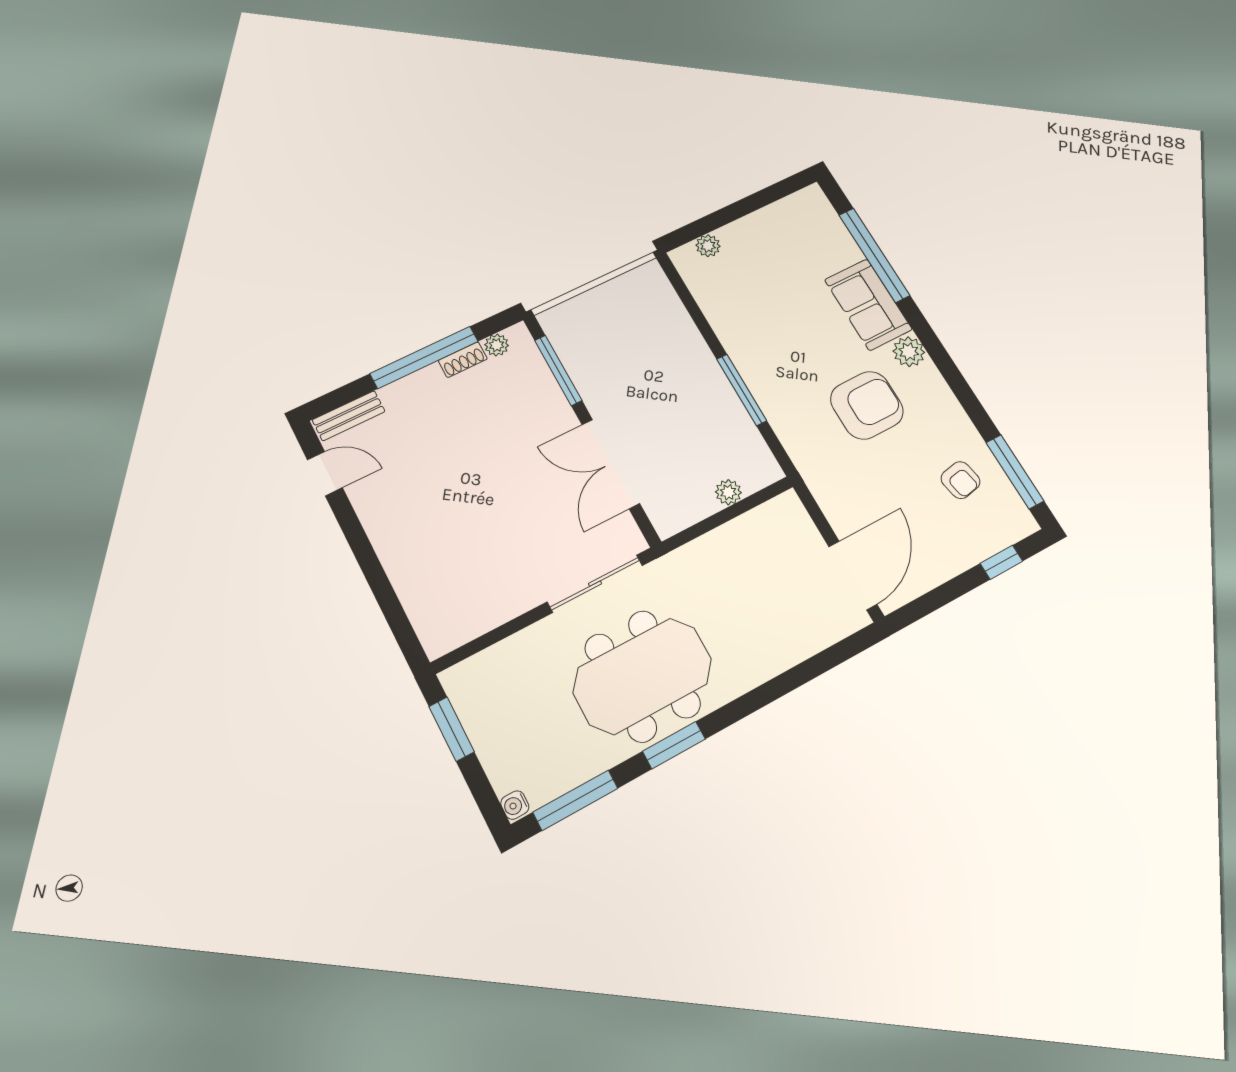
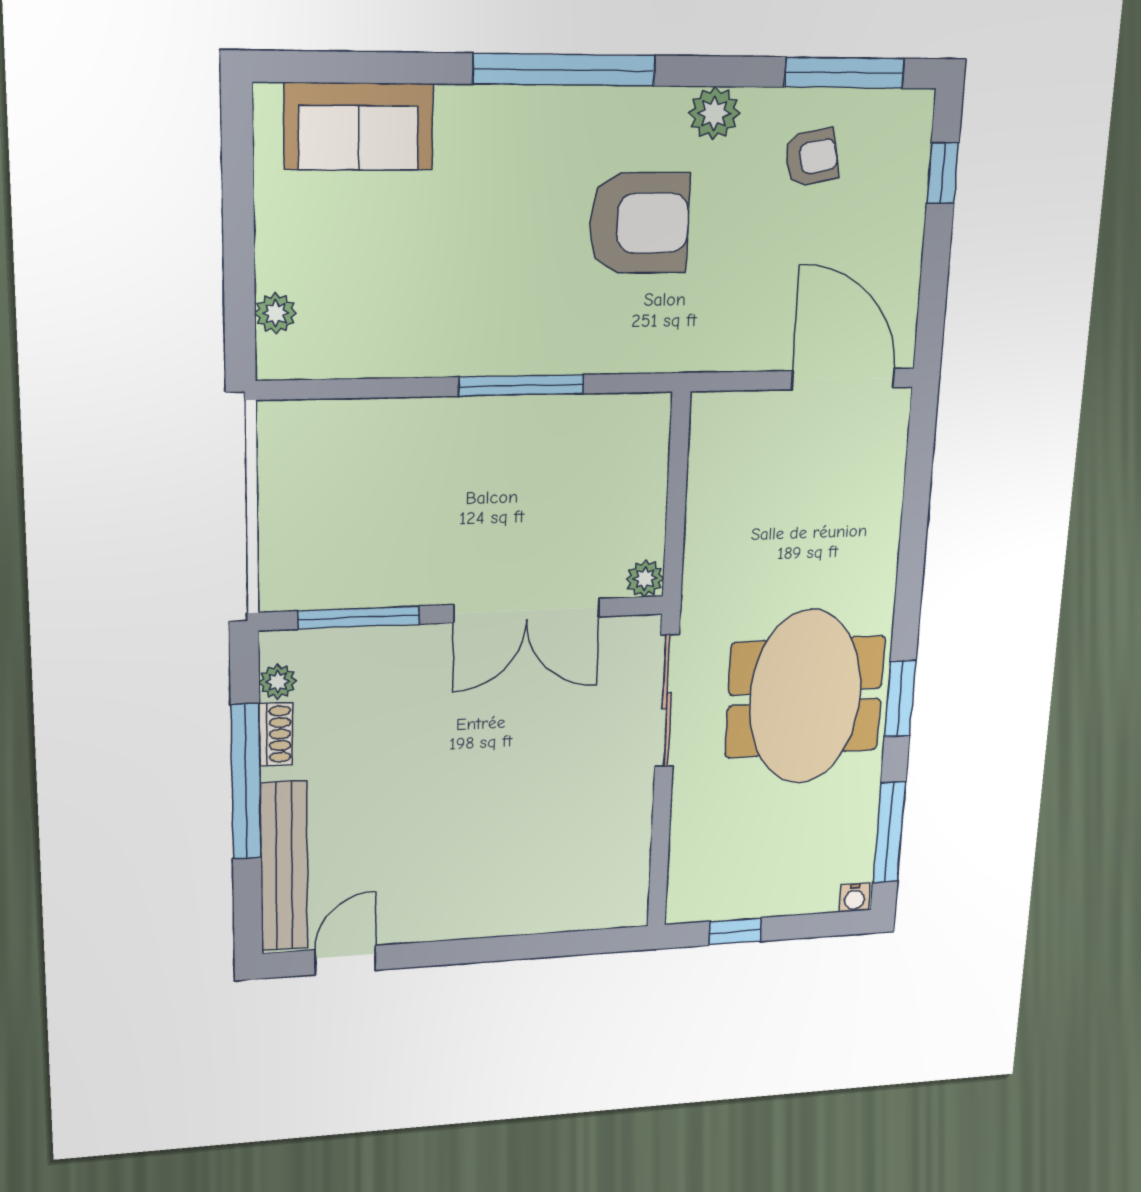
window: (874, 255) -> (565, 70), moved
sofa: (868, 305) -> (359, 127), moved
plant: (909, 352) -> (714, 113), moved
armchair: (867, 405) -> (639, 223), turned 90
bench: (349, 416) -> (284, 866), width x1.86, depth x1.21
plant: (728, 492) -> (645, 579), moved
window: (451, 729) -> (735, 931), width x0.67

